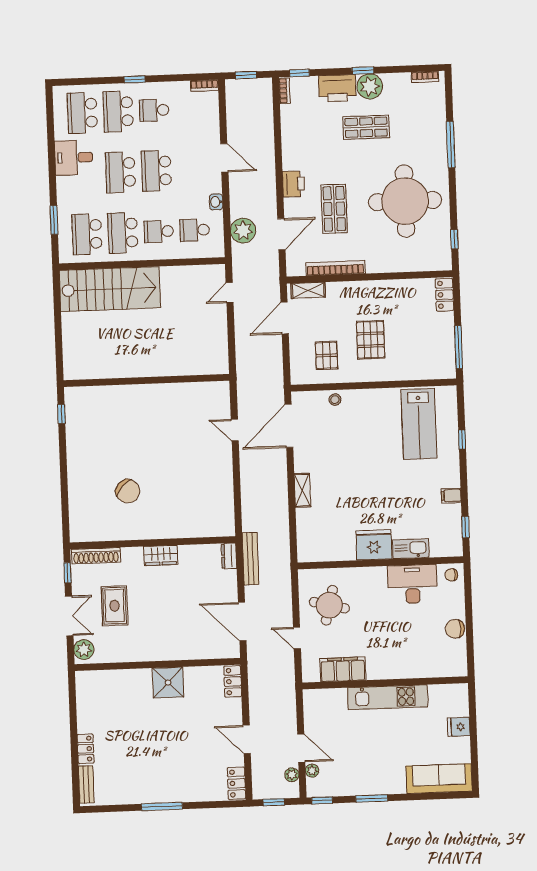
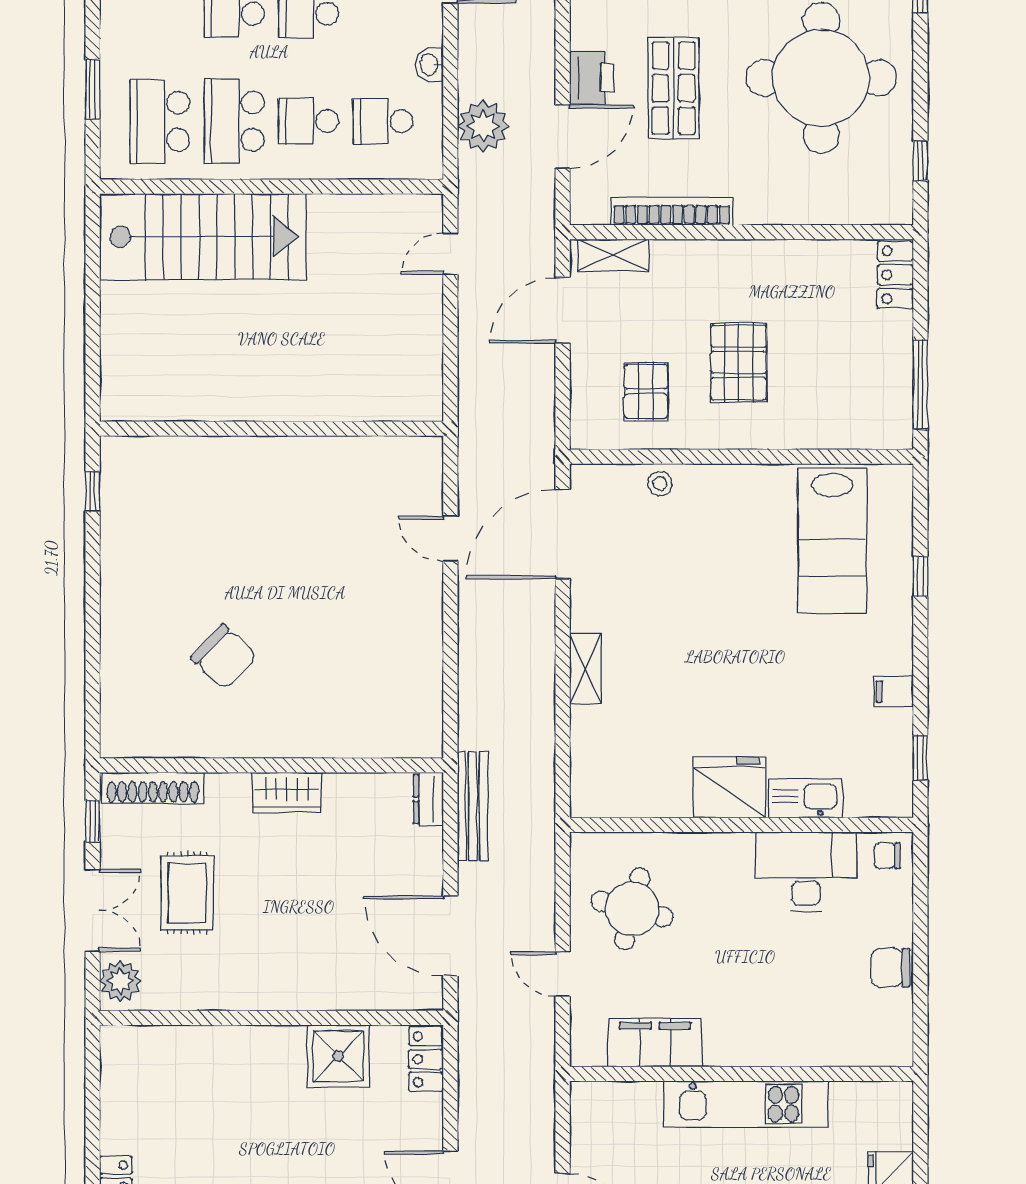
printer: (294, 184) -> (592, 78), moved
shower: (168, 683) -> (338, 1056), moved

